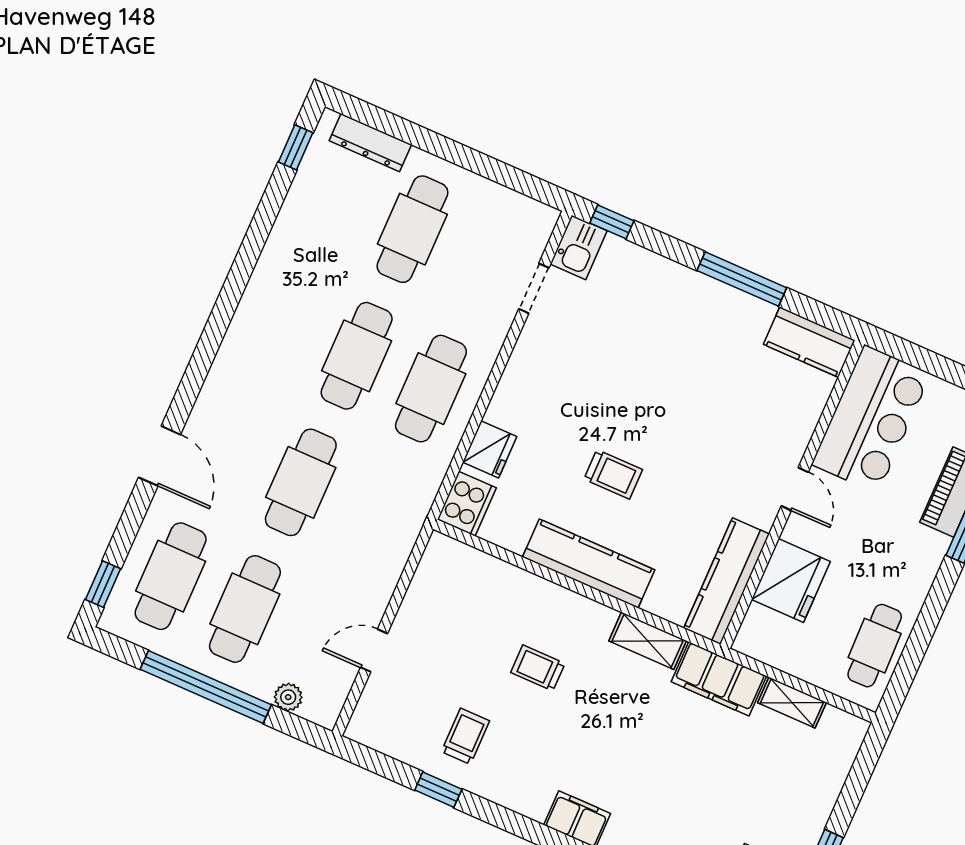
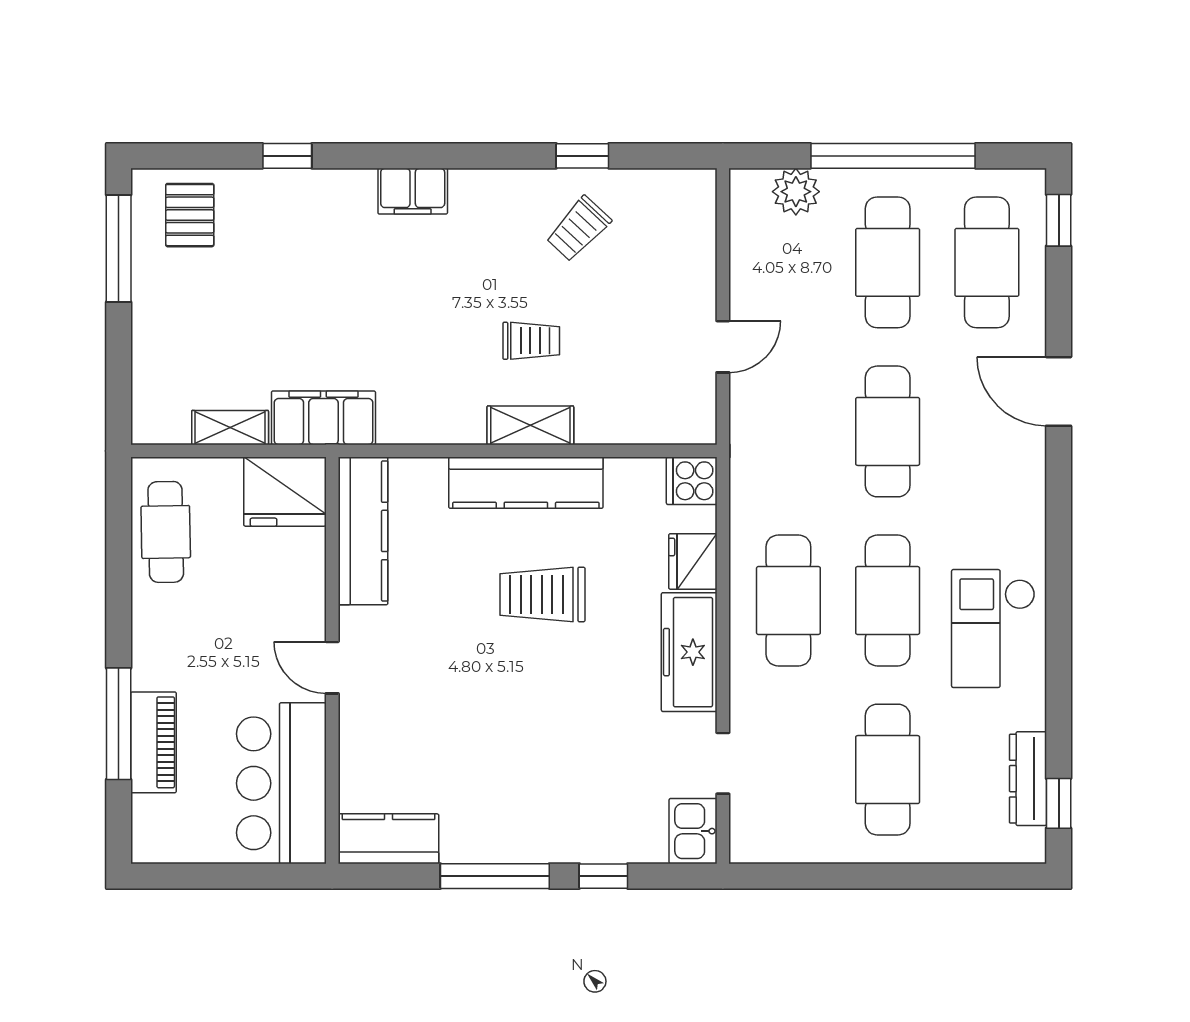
dresser: (370, 143) -> (1028, 779), moved, turned -90
window: (612, 222) -> (603, 876), moved
checkout: (287, 300) -> (993, 629), added
freezer: (522, 383) -> (689, 652), added
trolley: (613, 474) -> (542, 594), width x1.36, depth x1.39
cooker: (467, 504) -> (692, 481), width x0.73
fridge: (791, 580) -> (285, 492), moved, turned -90
shelving: (648, 641) -> (530, 425), moved
door: (374, 650) -> (723, 347), moved
plant: (288, 697) -> (796, 192), width x1.38, depth x1.38
trolley: (465, 736) -> (578, 229), turned 43

